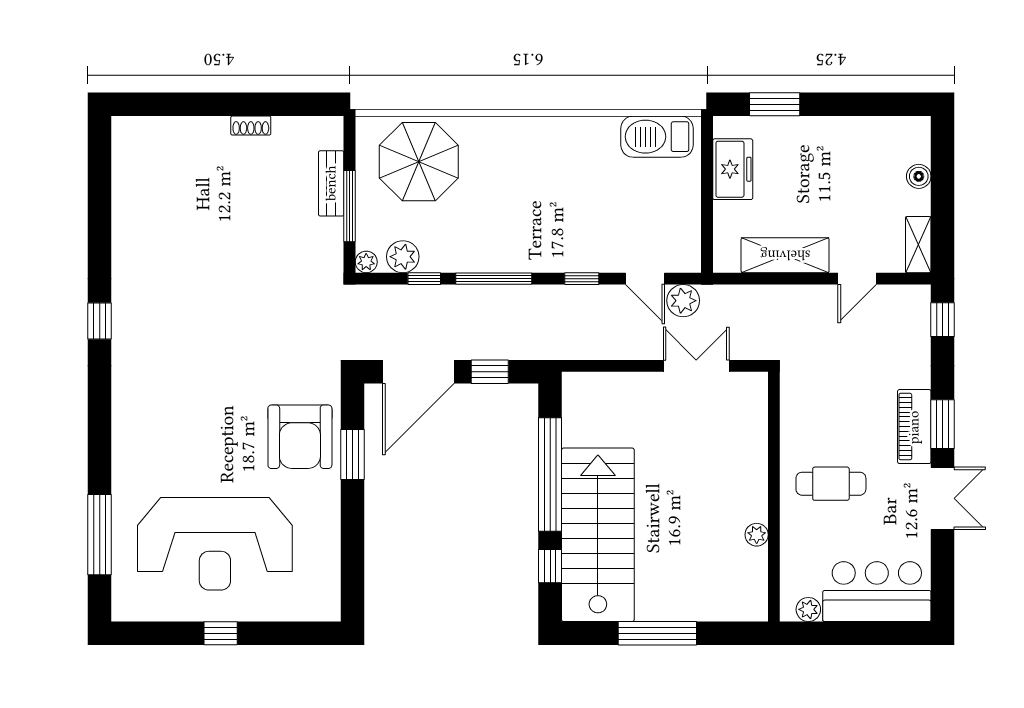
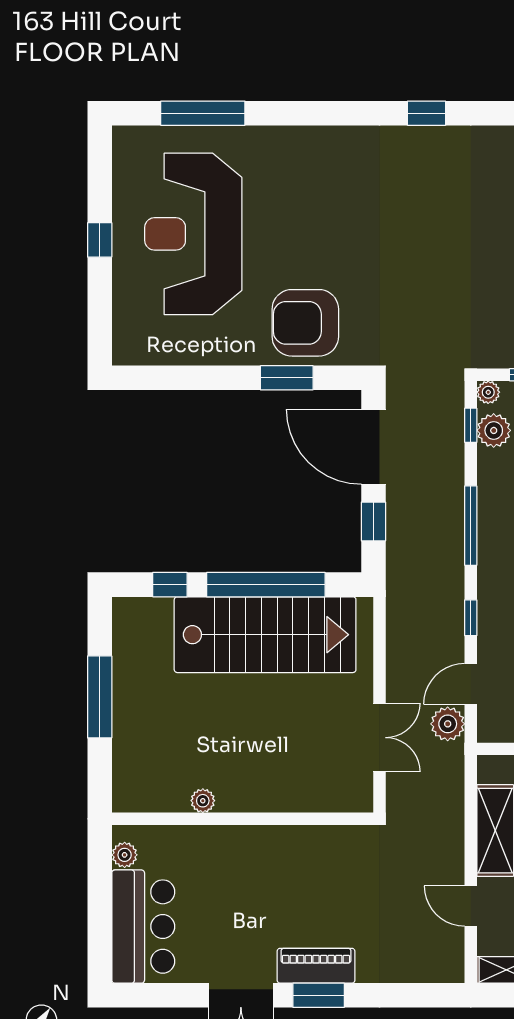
window: (424, 279) -> (471, 425), moved
window: (942, 320) -> (428, 995), removed
cafe table: (831, 484) -> (256, 879), removed
stairs: (598, 535) -> (265, 635), moved

